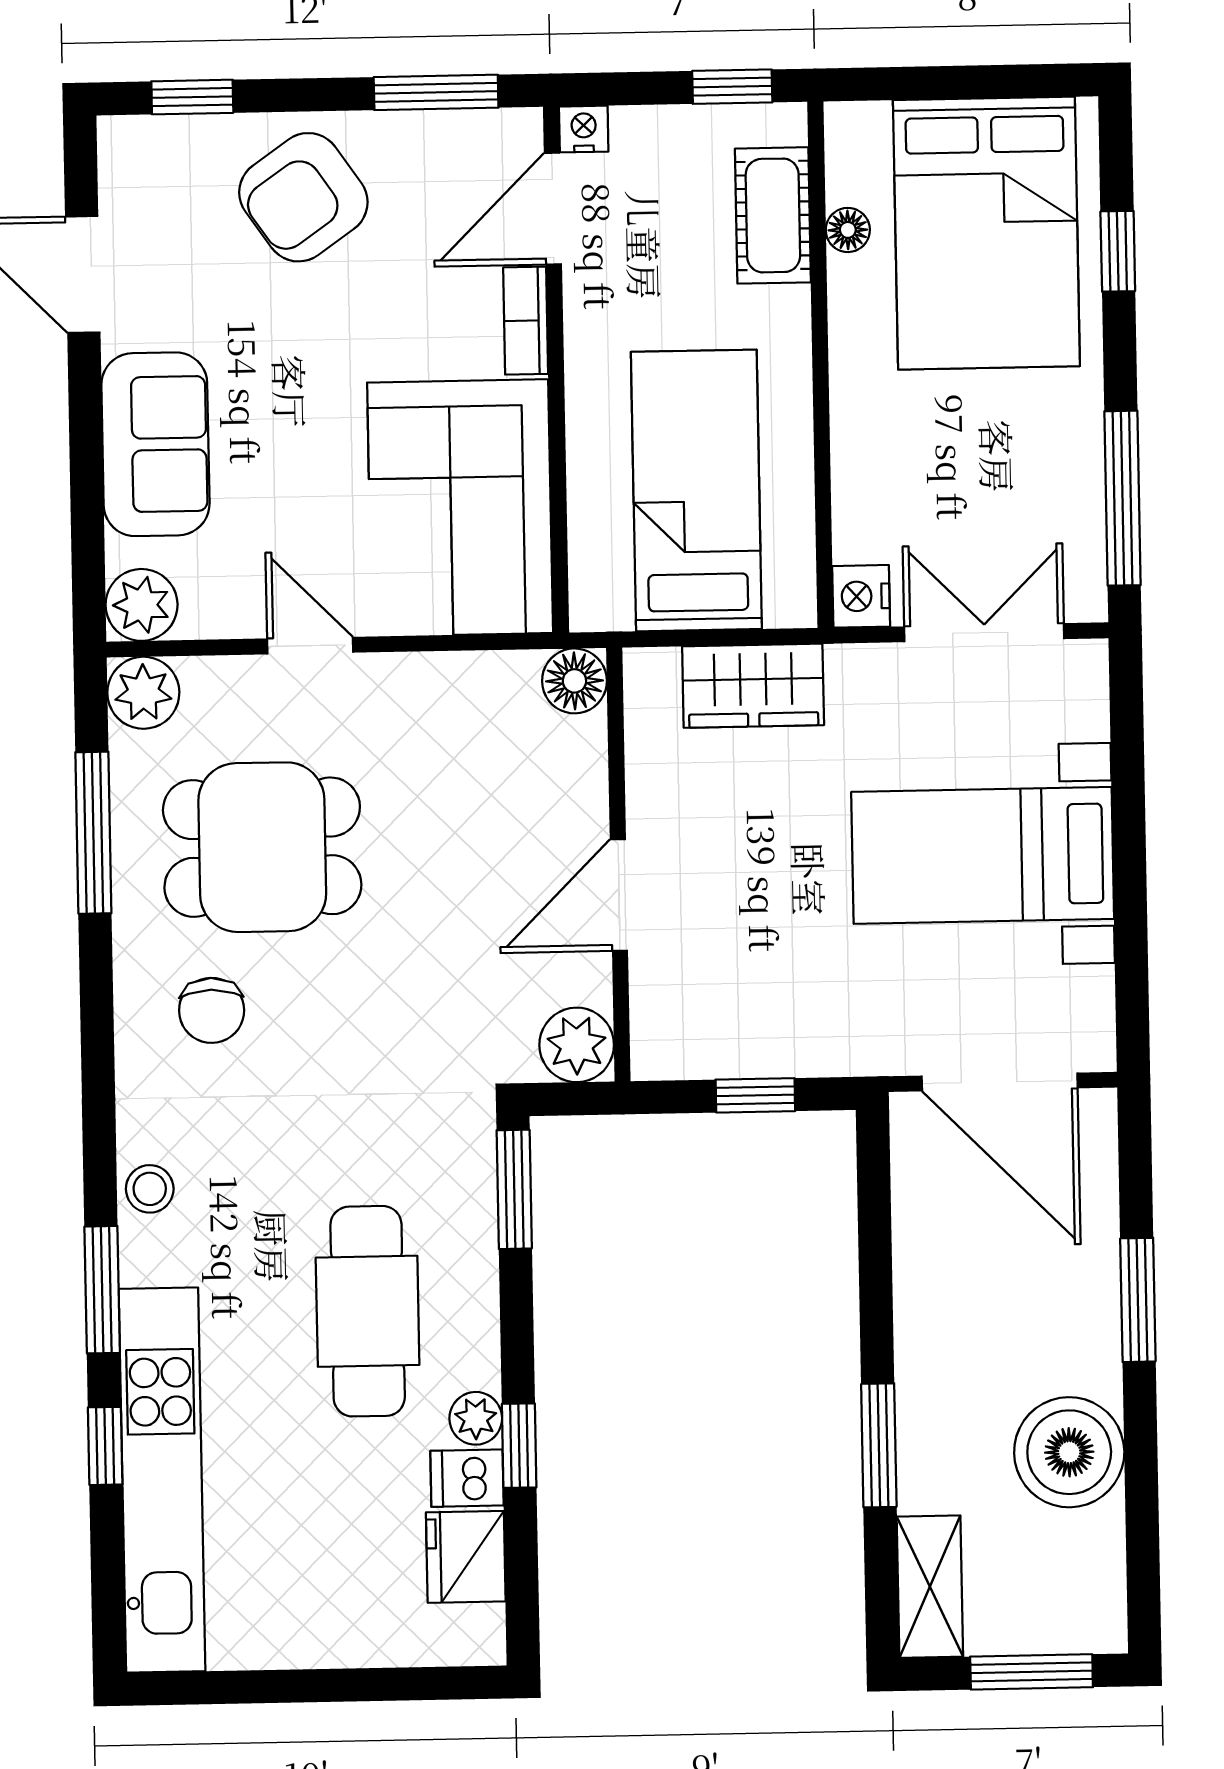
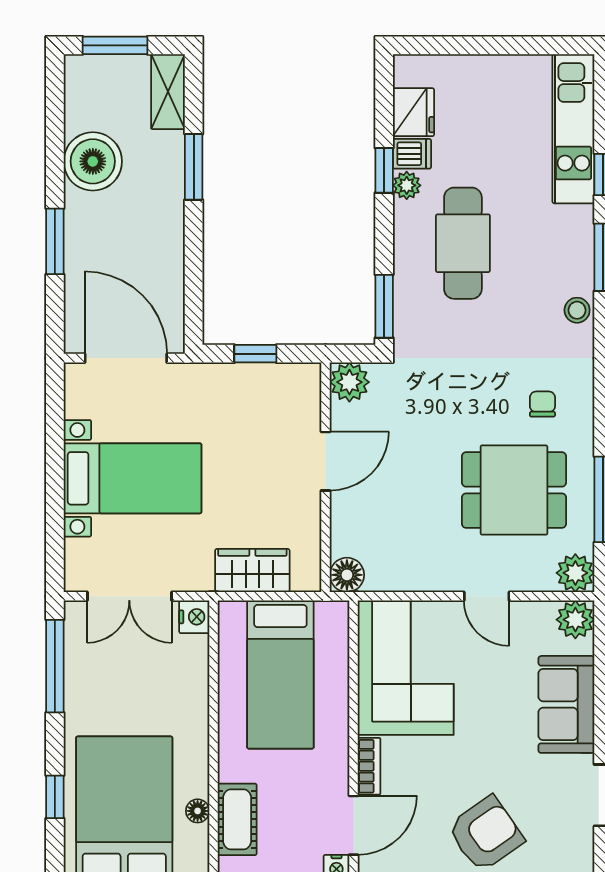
chair: (212, 1010) -> (542, 404), width x0.73, depth x0.73
kitchen unit: (162, 1480) -> (573, 129), width x0.73

